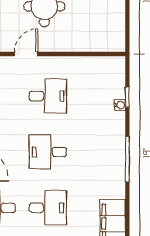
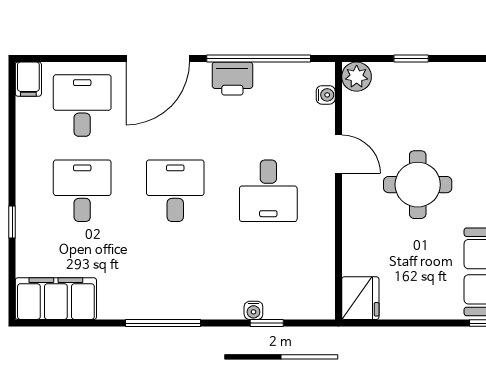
fridge: (112, 41) -> (360, 298), added
desk: (48, 208) -> (82, 191), turned 180

